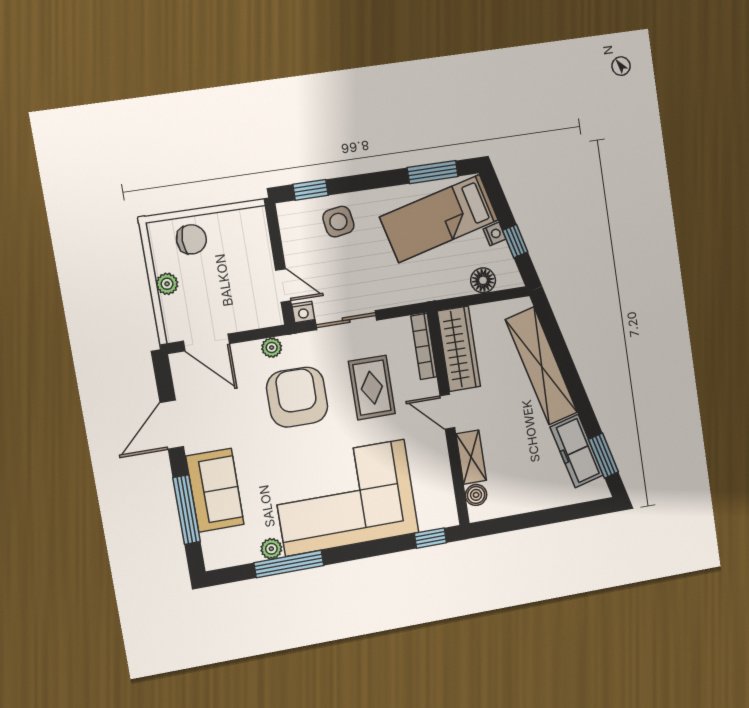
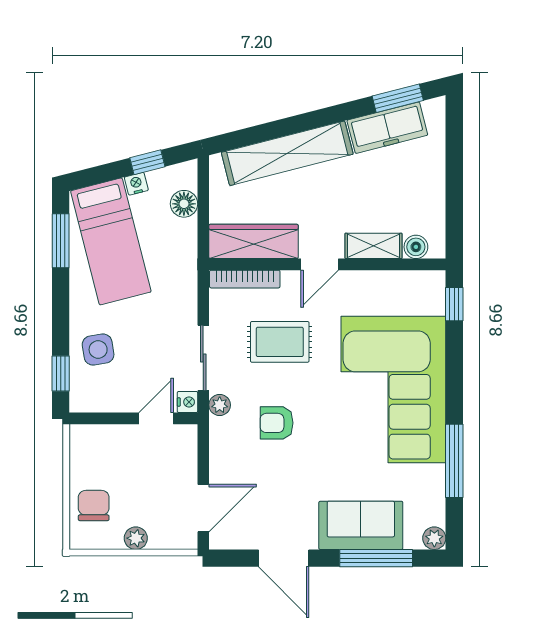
plant: (272, 348) -> (220, 405), moved
armchair: (297, 397) -> (277, 423), width x0.53, depth x0.53
plant: (271, 549) -> (434, 538), moved

